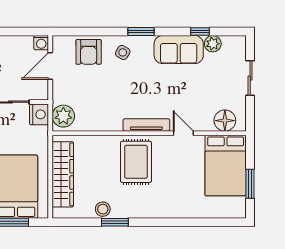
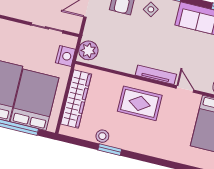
nightstand: (39, 114) -> (65, 56), moved
rug: (136, 162) -> (140, 103), turned 90

